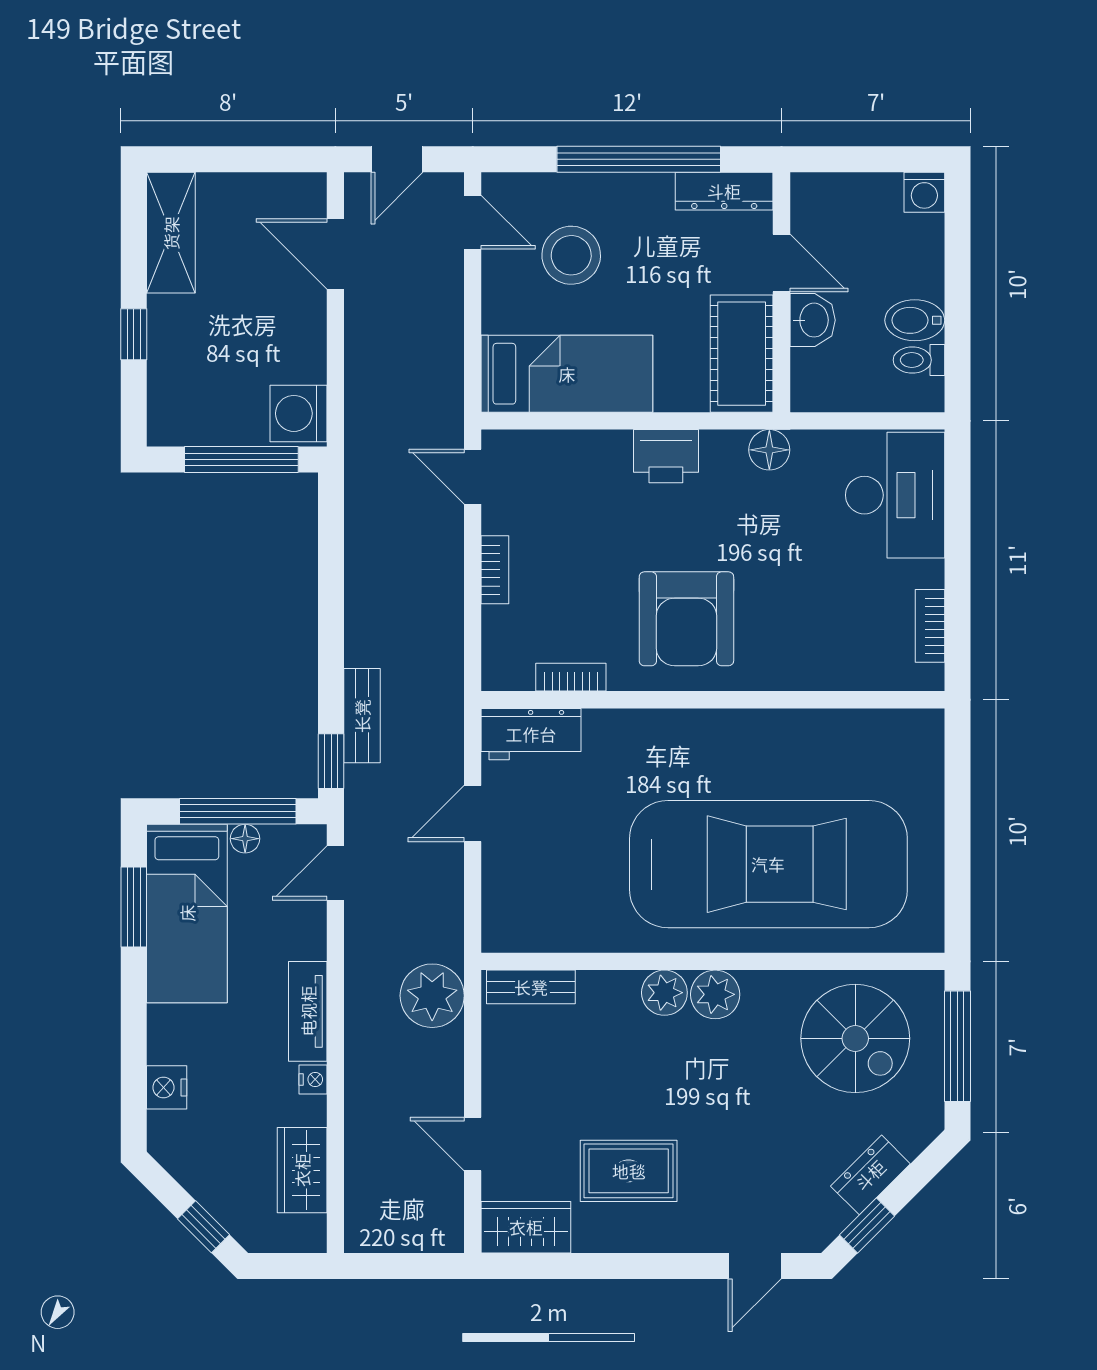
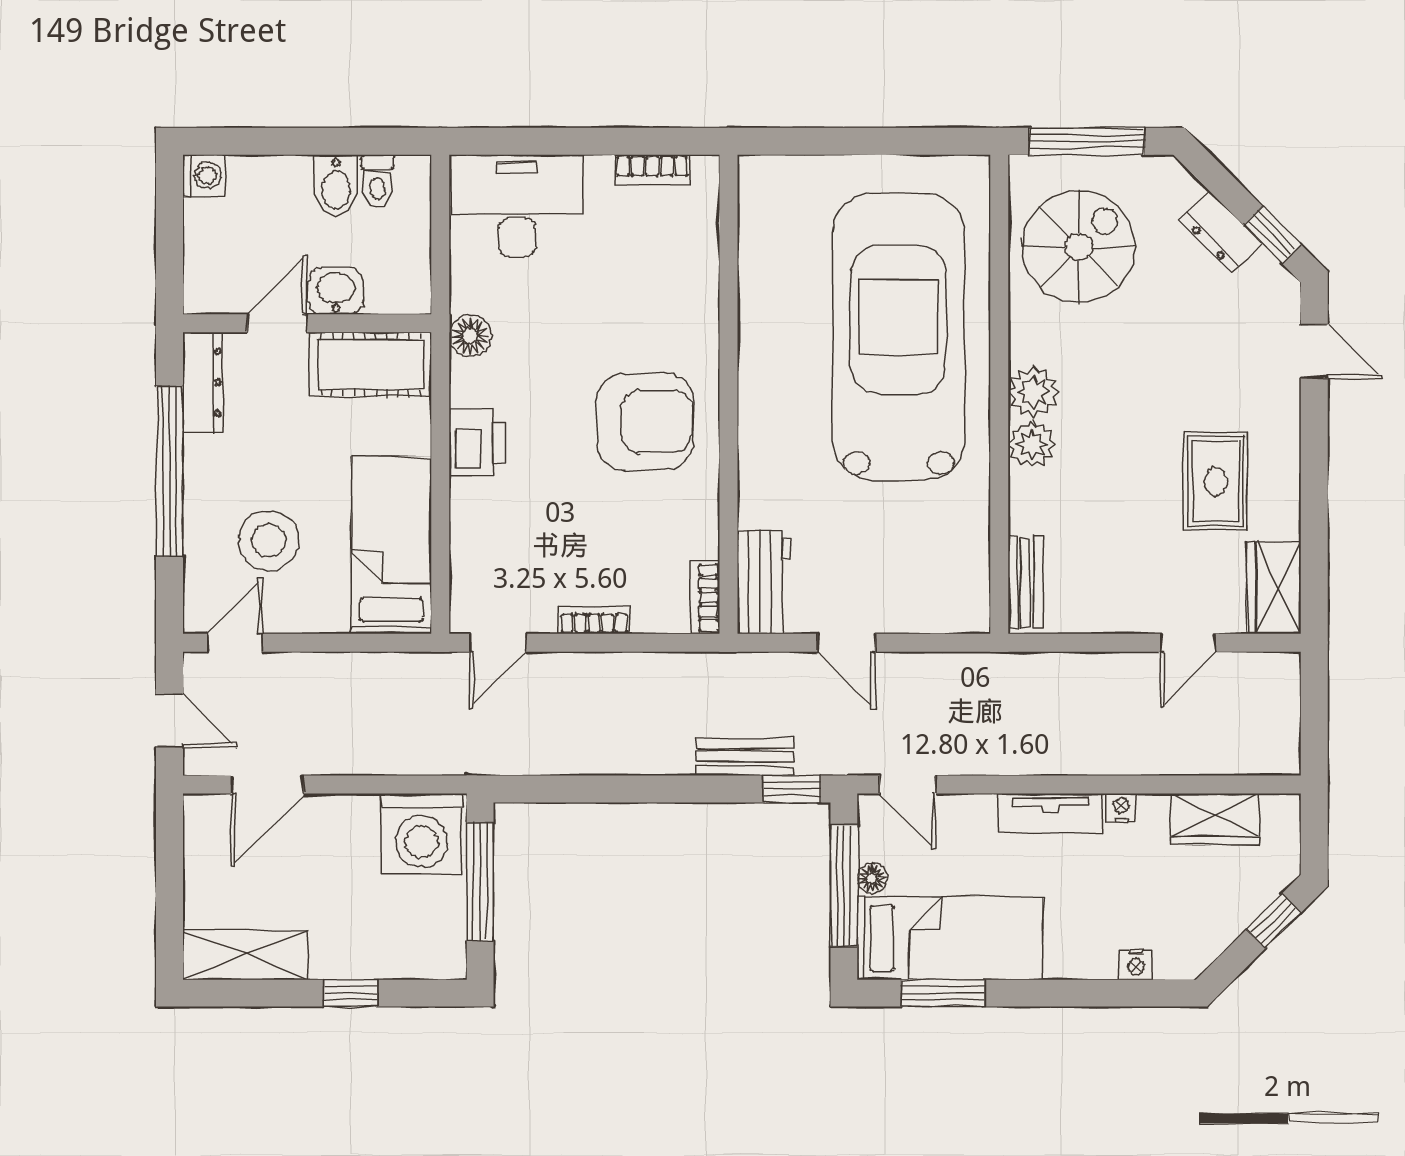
washing machine: (298, 413) -> (422, 834), width x1.37, depth x1.37
bookcase: (571, 677) -> (705, 598), moved
plant: (432, 996) -> (1035, 685), removed
nightstand: (167, 1087) -> (1136, 965), width x0.72, depth x0.74

